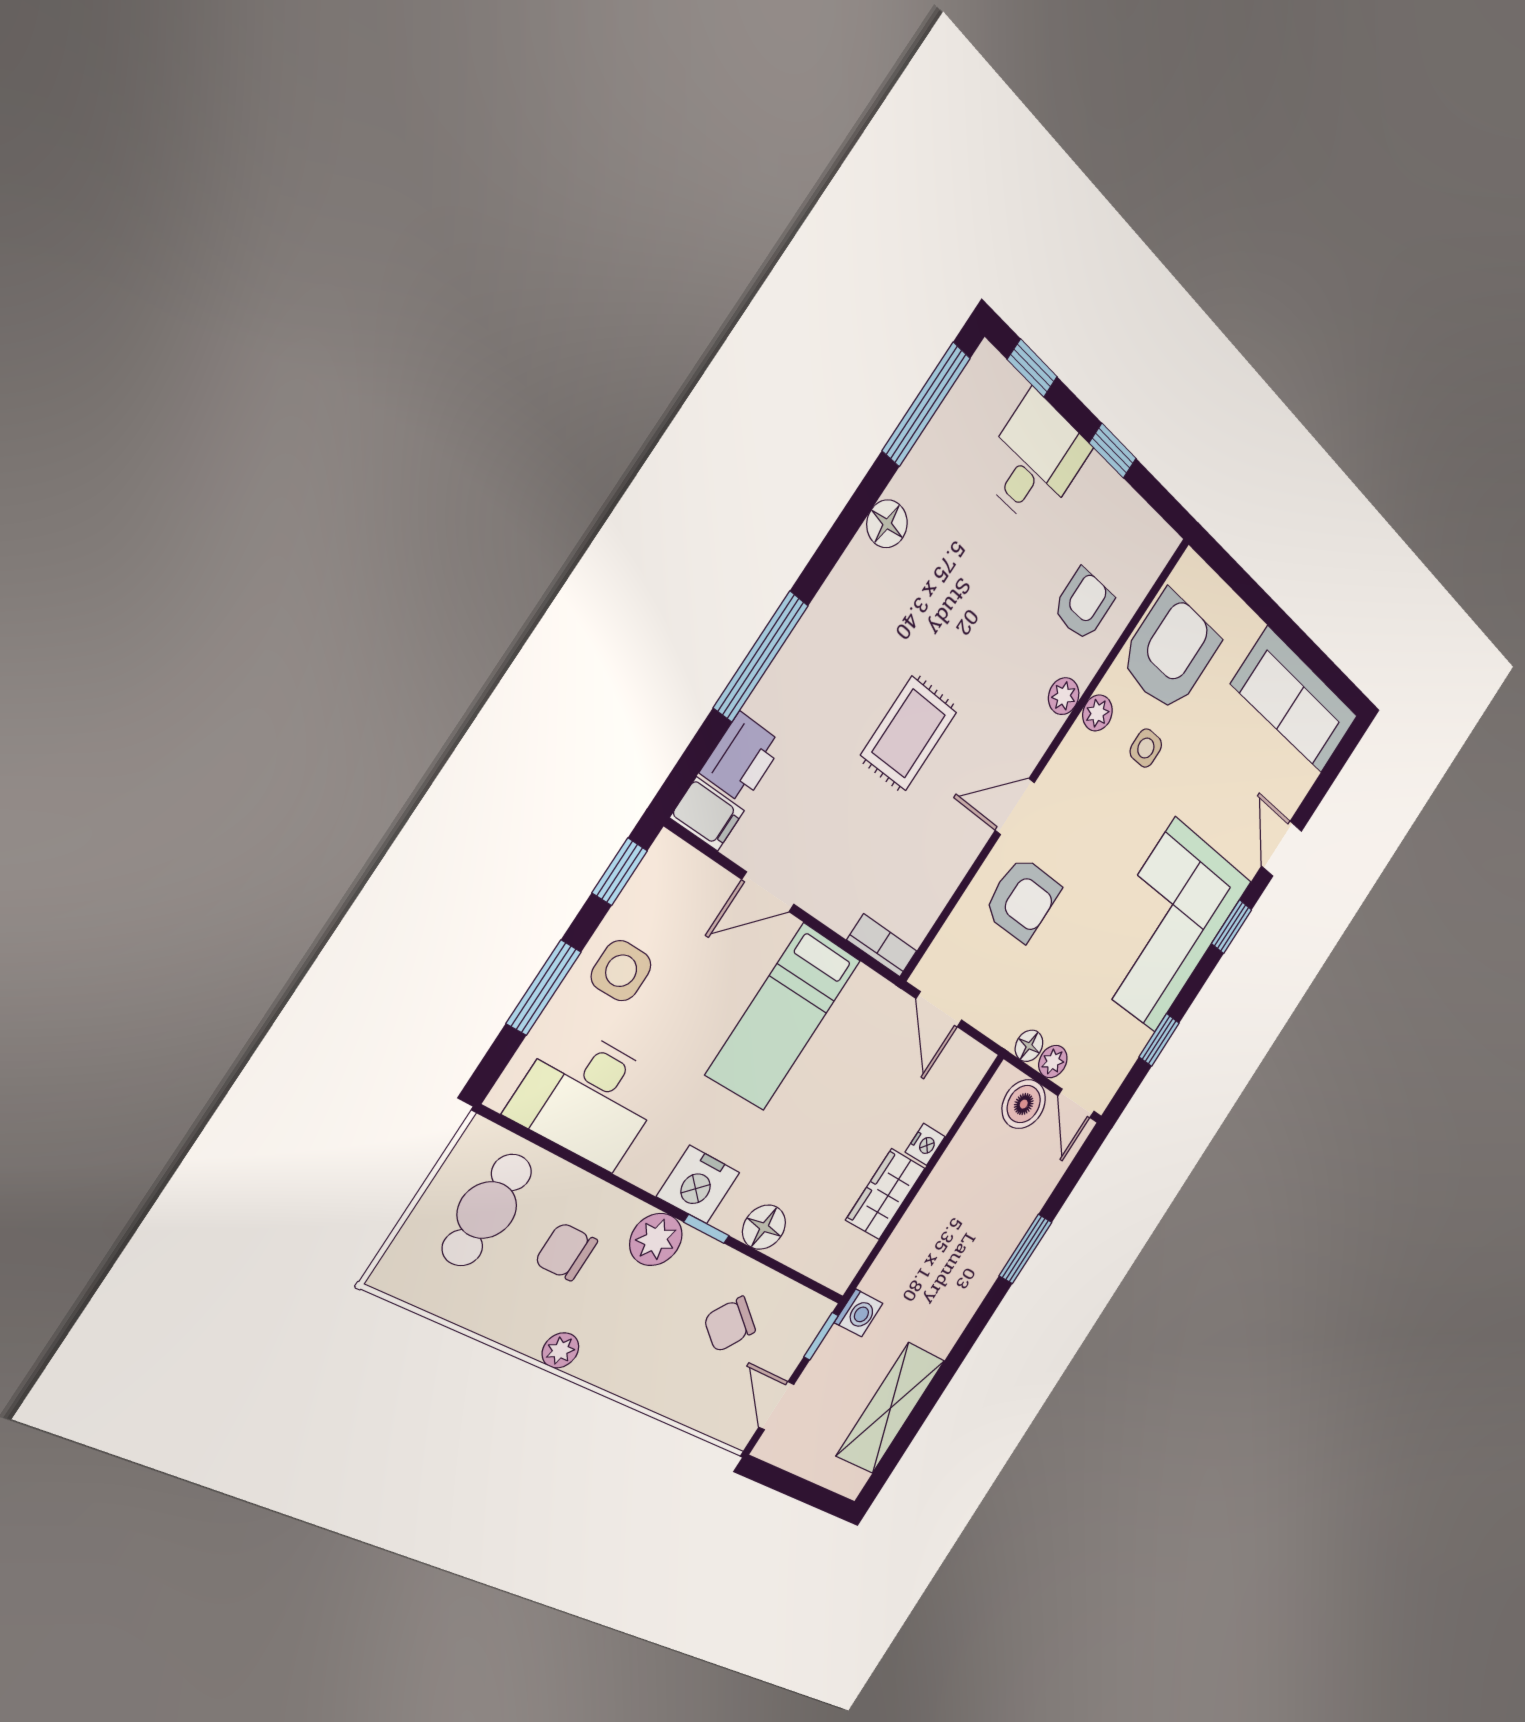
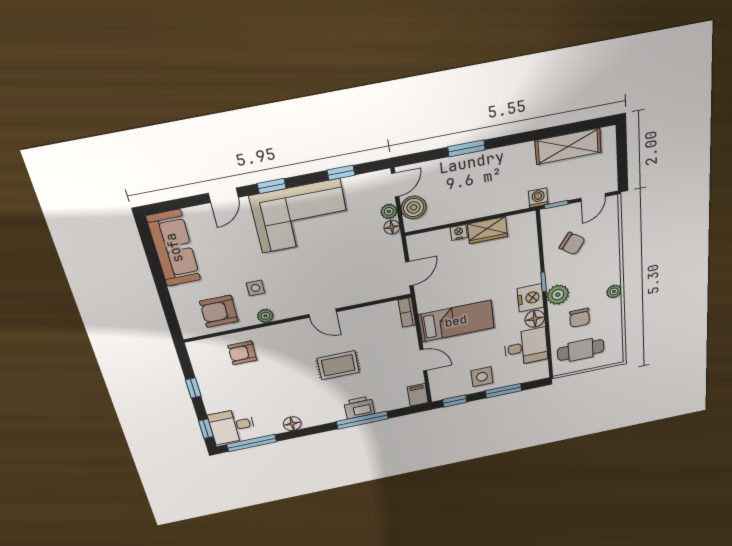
desk: (1035, 461) -> (232, 426), moved
armchair: (1170, 652) -> (219, 311), width x0.73, depth x0.73
plant: (1064, 696) -> (274, 332), removed
printer: (742, 758) -> (359, 407), moved
armchair: (1022, 899) -> (347, 281), removed
desk: (588, 1098) -> (526, 347), width x0.73
floor lamp: (764, 1227) -> (535, 319), moved

